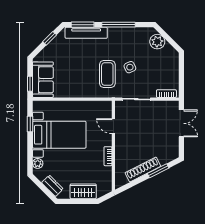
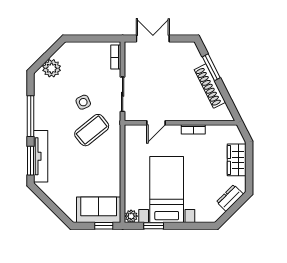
window: (50, 38) -> (47, 201), removed
coffee table: (107, 74) -> (92, 130), turned -39
plant: (38, 163) -> (131, 216), moved

